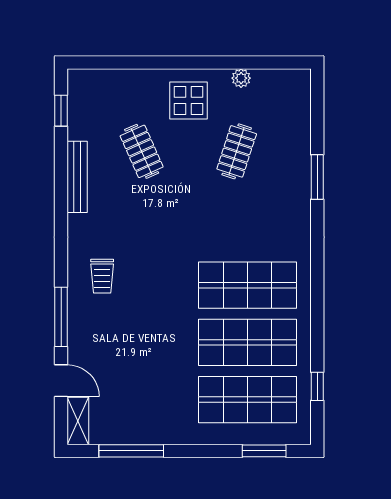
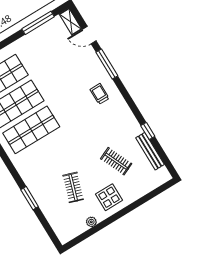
window: (61, 111) -> (148, 131), moved
bench: (77, 177) -> (150, 151), moved

